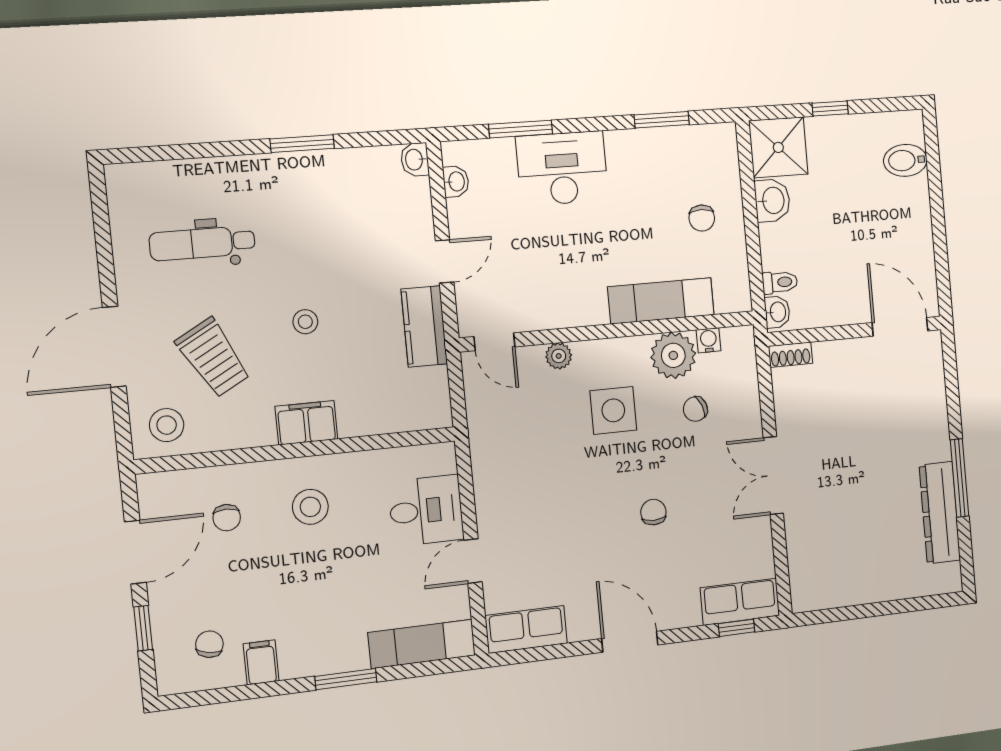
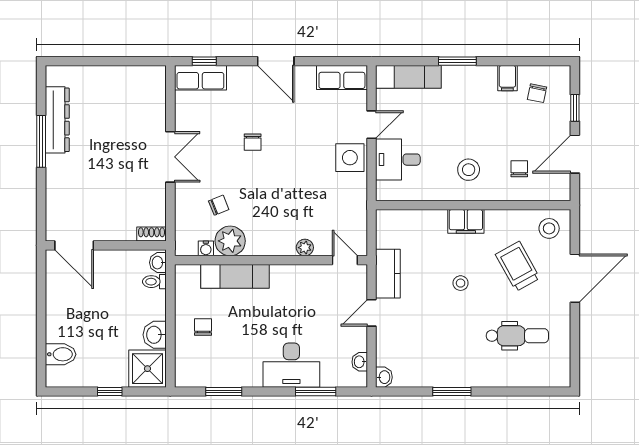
side table: (613, 410) -> (350, 158), moved

